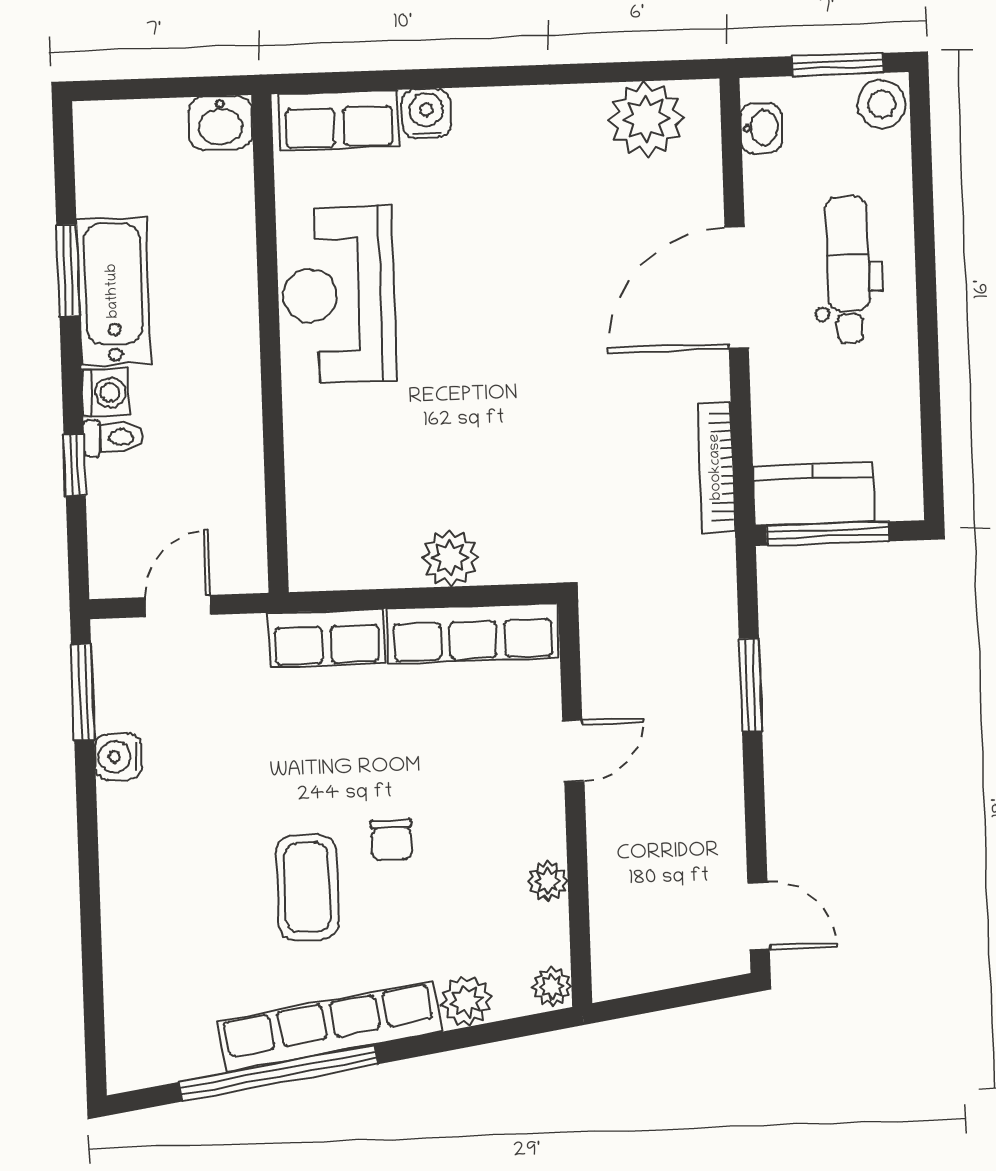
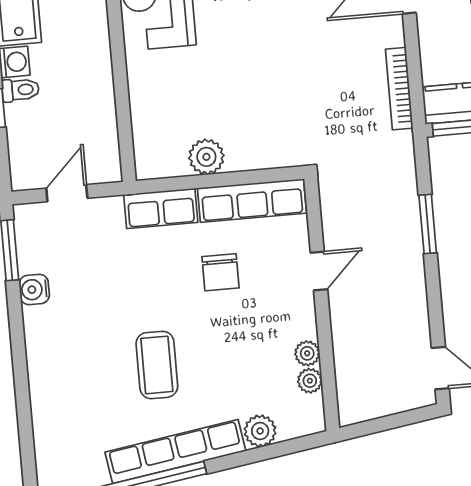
plant: (450, 558) -> (206, 157), moved
chair: (391, 840) -> (221, 272), moved, width x1.37, depth x1.37
plant: (552, 986) -> (310, 381), moved

